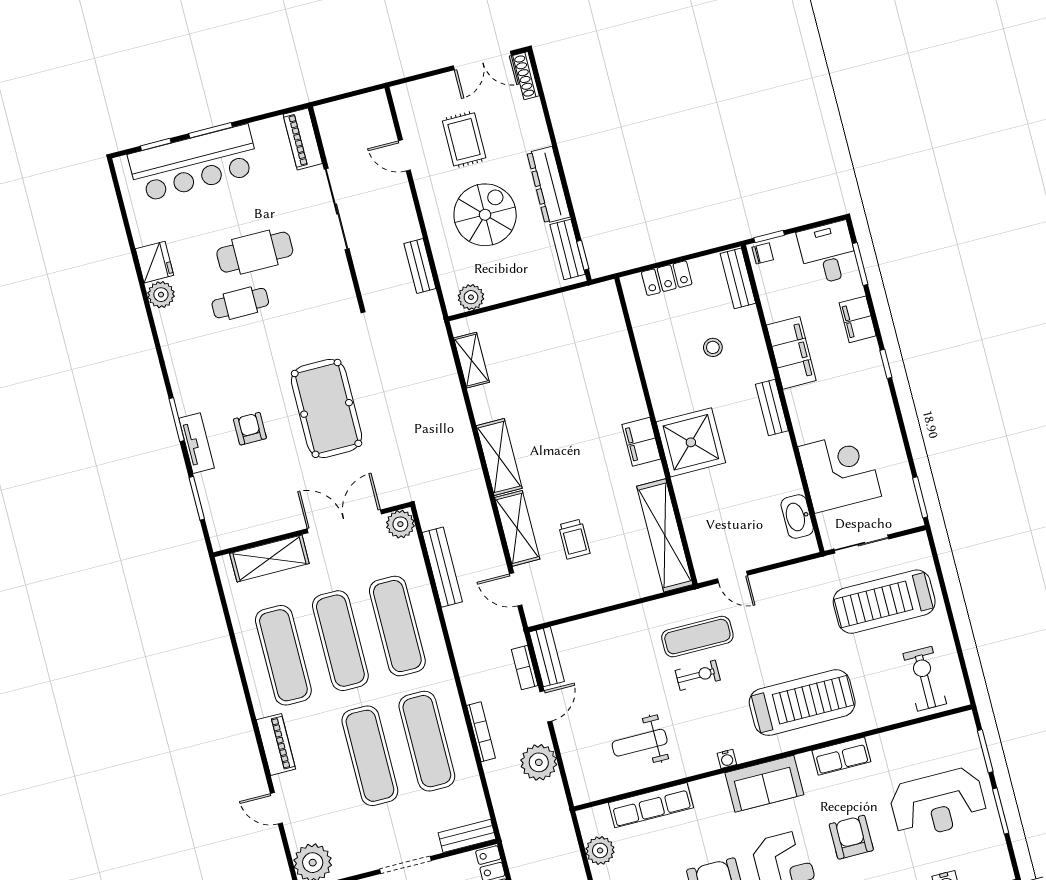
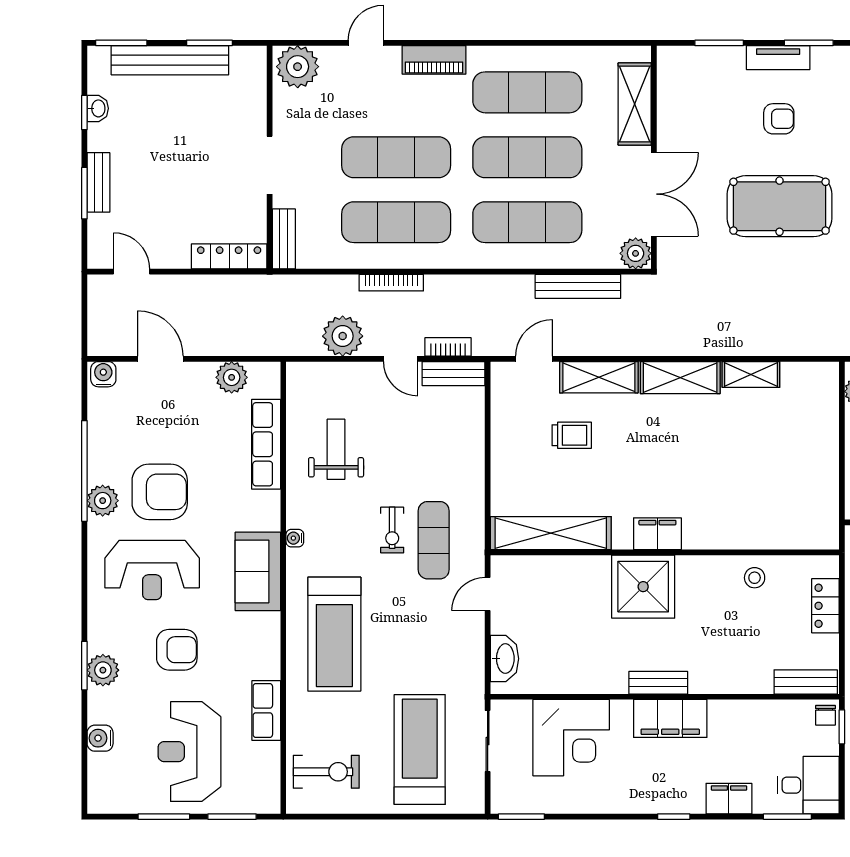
stool: (713, 347) -> (755, 578), moved
filing cabinet: (791, 353) -> (670, 718), moved
shelving: (471, 360) -> (751, 375), moved
washbasin: (797, 517) -> (504, 659), moved, turned 90
trolley: (574, 539) -> (572, 435), turned 180
row of seats: (841, 756) -> (266, 711), moved

